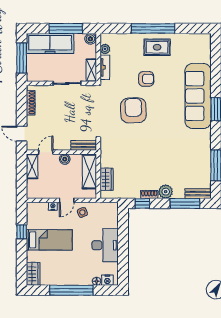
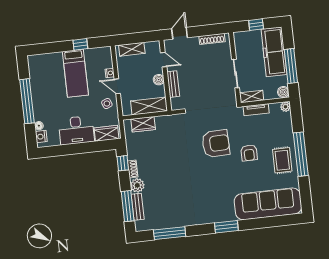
plant: (105, 49) -> (285, 107), moved
window: (22, 58) -> (256, 25), width x0.46
sofa: (198, 96) -> (268, 204), moved
bench: (84, 145) -> (173, 84), moved
shelving: (32, 166) -> (132, 49), moved
bench: (198, 194) -> (138, 207), moved
wardrobe: (33, 274) -> (107, 133), moved, turned 180

